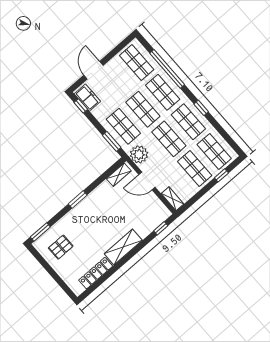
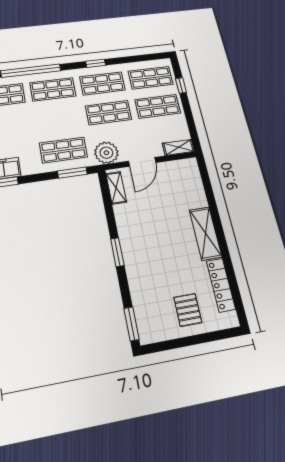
shop shelf: (143, 109) -> (58, 119), removed
window: (161, 228) -> (206, 179), removed
pallet: (61, 247) -> (188, 310), moved

